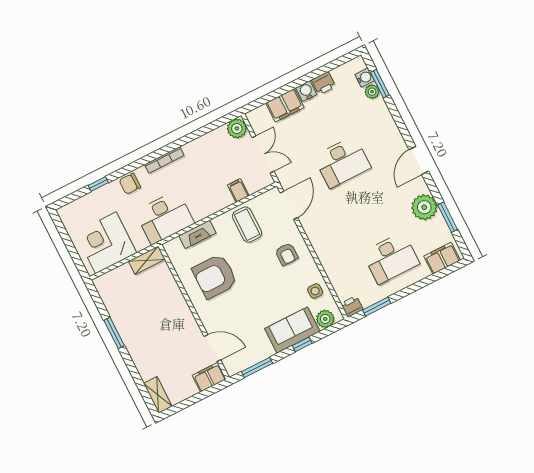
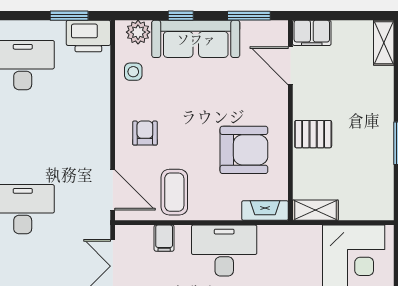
door: (289, 205) -> (113, 190), swing flipped
desk: (165, 217) -> (224, 251), moved
fireplace: (197, 234) -> (265, 211), moved
printer: (352, 306) -> (88, 36), width x1.87, depth x1.48
pallet: (174, 310) -> (313, 134), added
sofa: (292, 330) -> (196, 39), width x1.36

